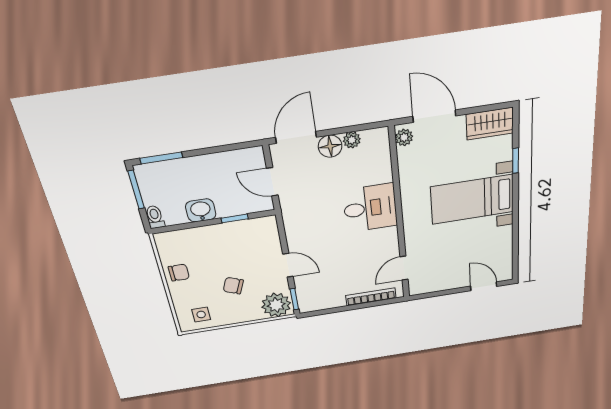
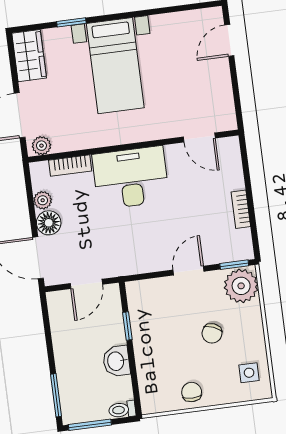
bookcase: (384, 164) -> (70, 166), added
desk: (370, 208) -> (131, 178), width x1.37
bookcase: (371, 297) -> (241, 209), moved, width x0.64

